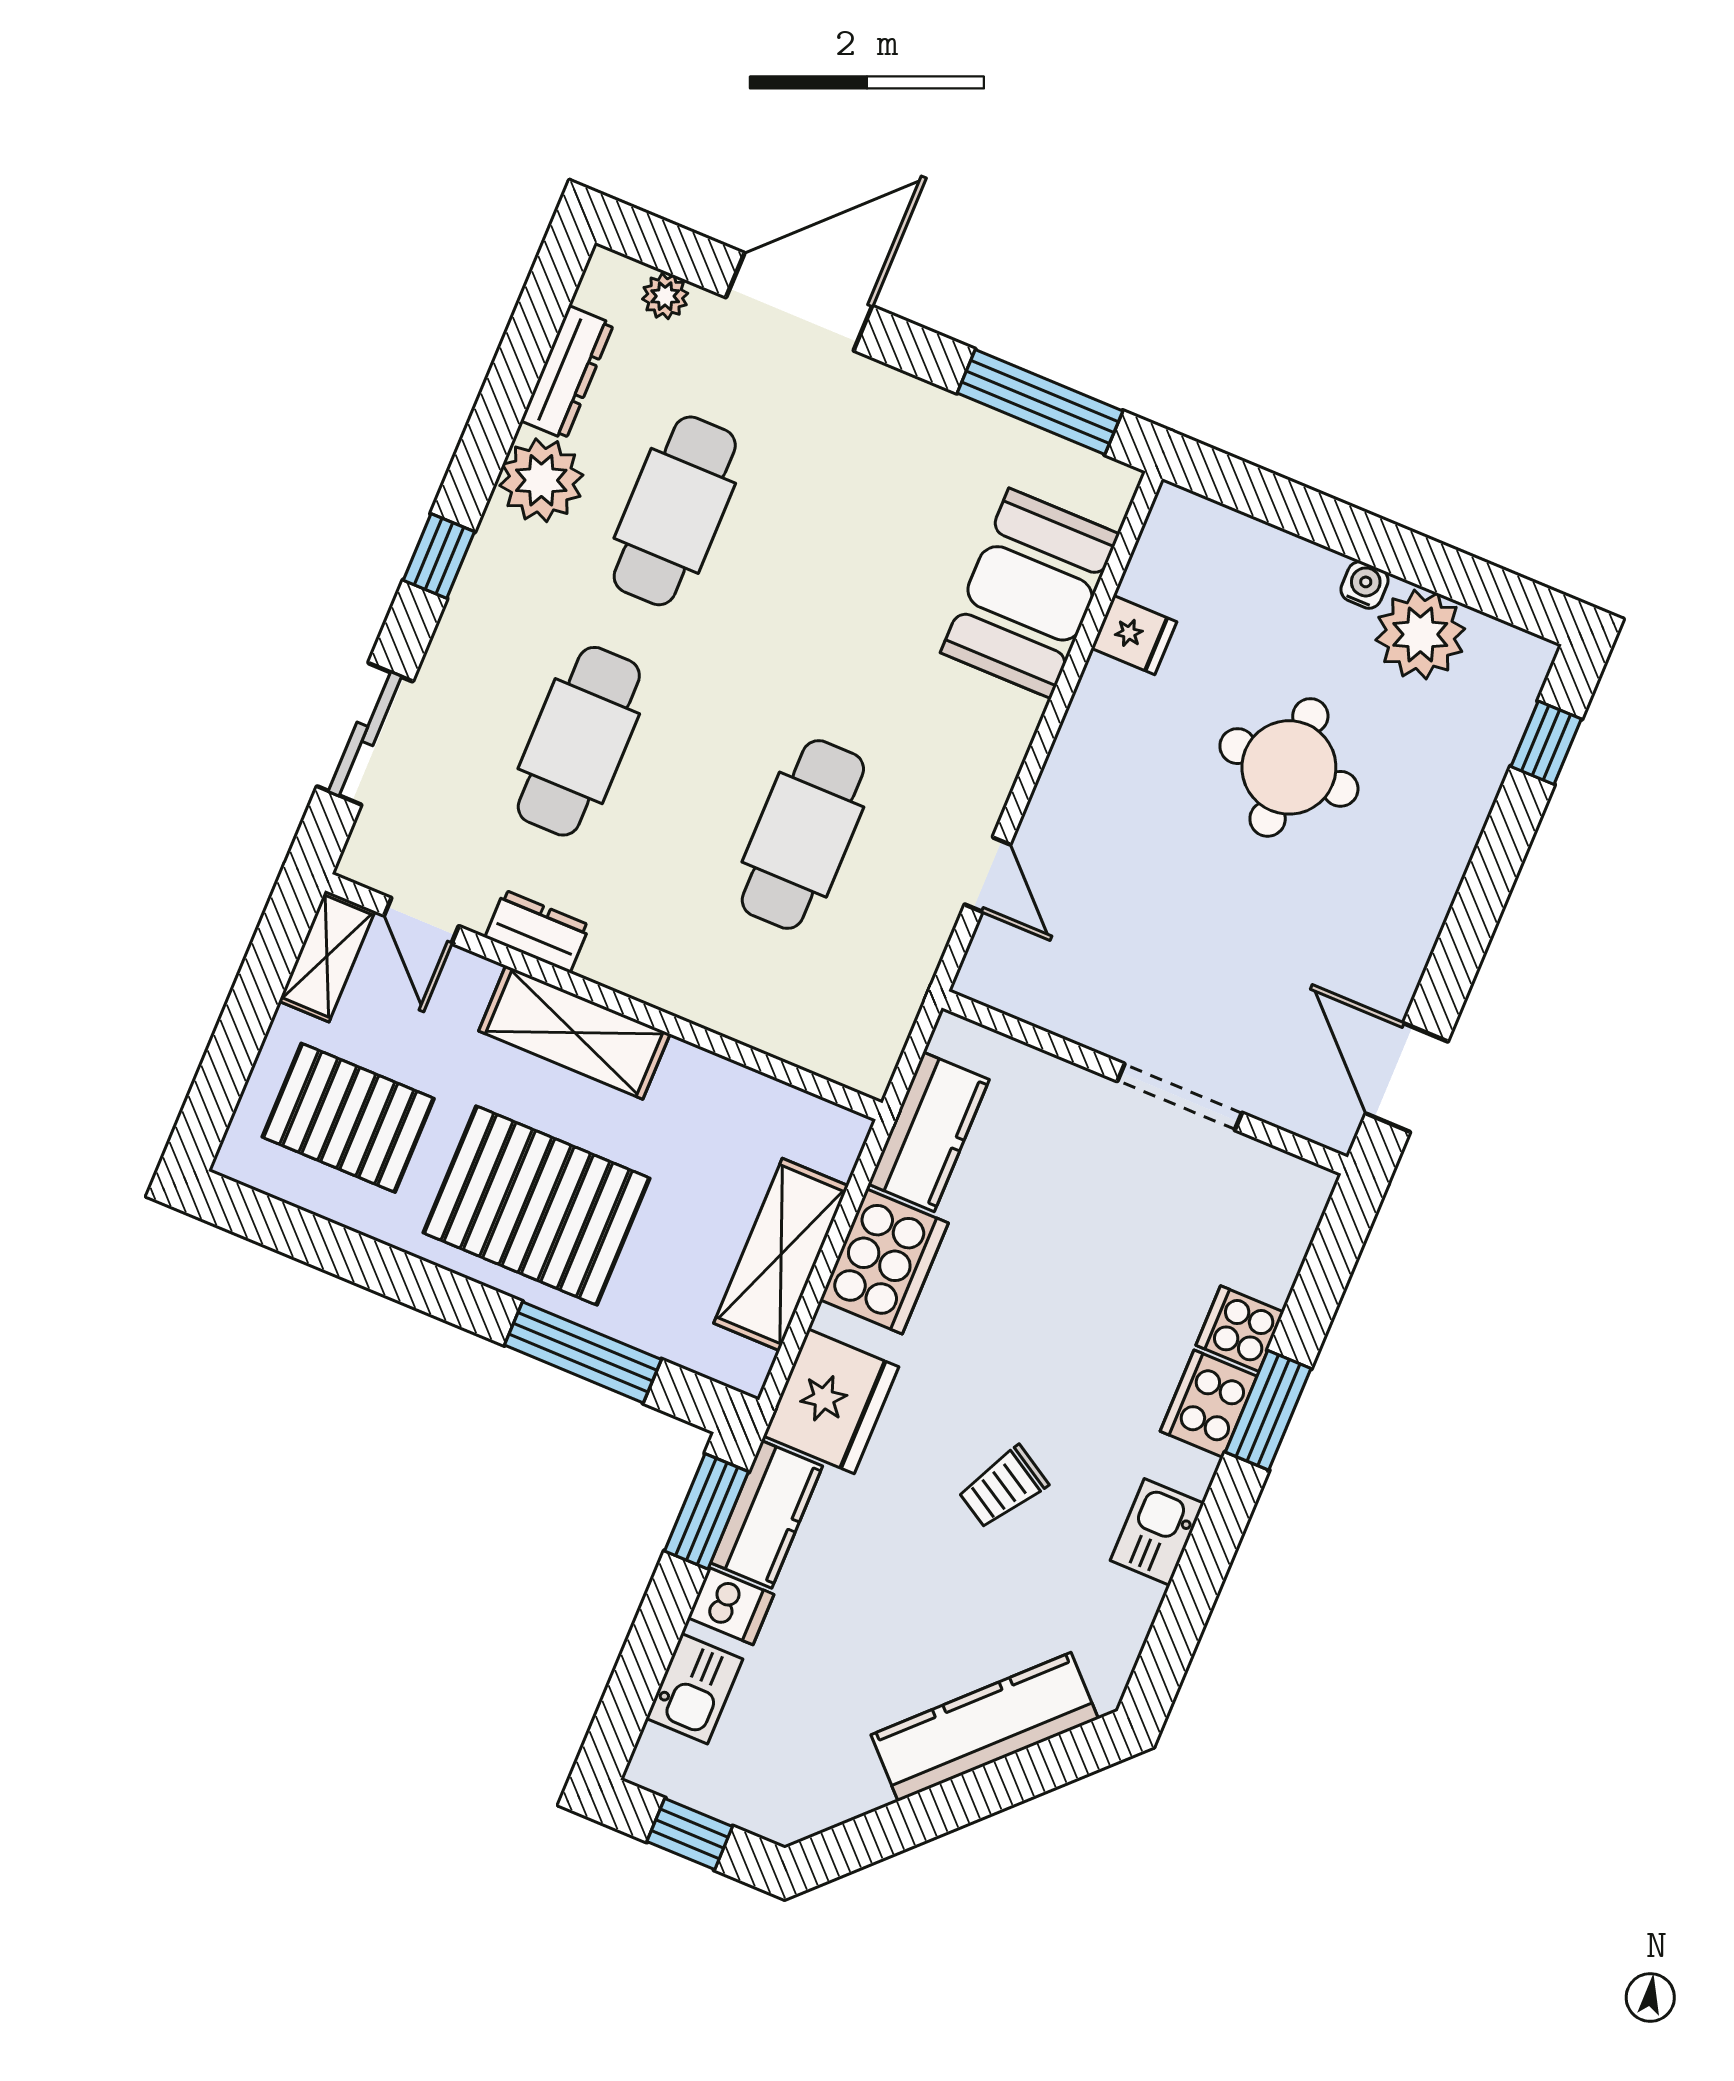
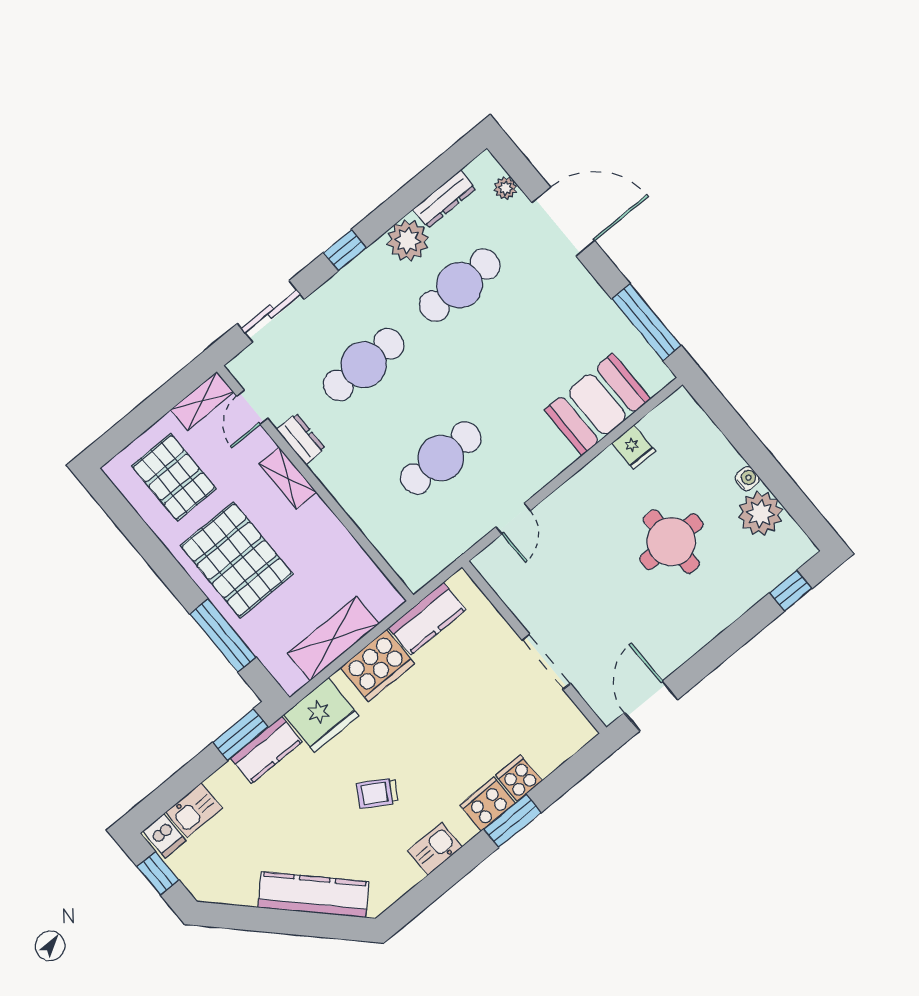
shelving: (574, 1032) -> (288, 478), width x0.67, depth x0.75
dishwasher: (731, 1606) -> (164, 836), moved

